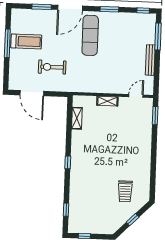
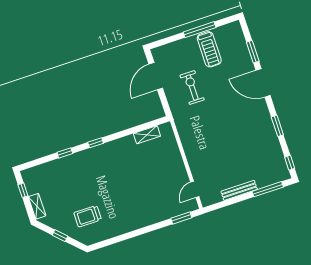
exercise mat: (90, 35) -> (242, 116), removed
door: (136, 96) -> (195, 189), swing flipped
shelving: (107, 101) -> (37, 206), moved
window: (66, 210) -> (65, 153), moved

